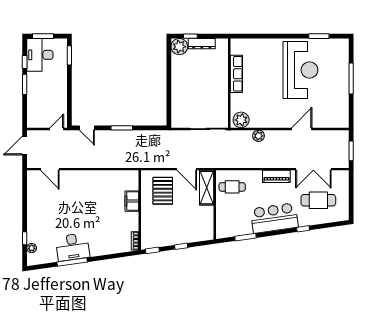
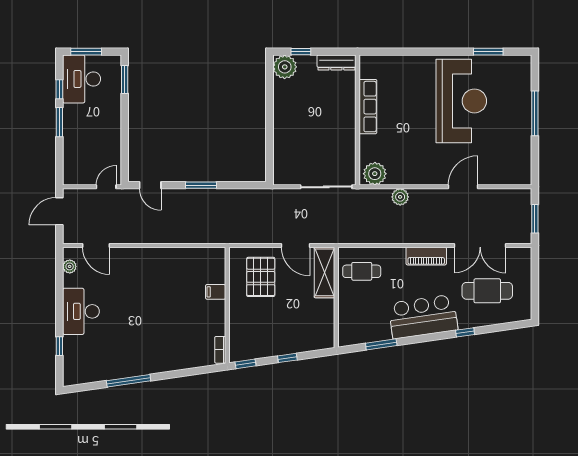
dresser: (202, 44) -> (336, 62), moved
filing cabinet: (132, 201) -> (216, 292), width x0.50
desk: (73, 247) -> (81, 311), moved, turned 98
plant: (32, 248) -> (70, 266), moved

